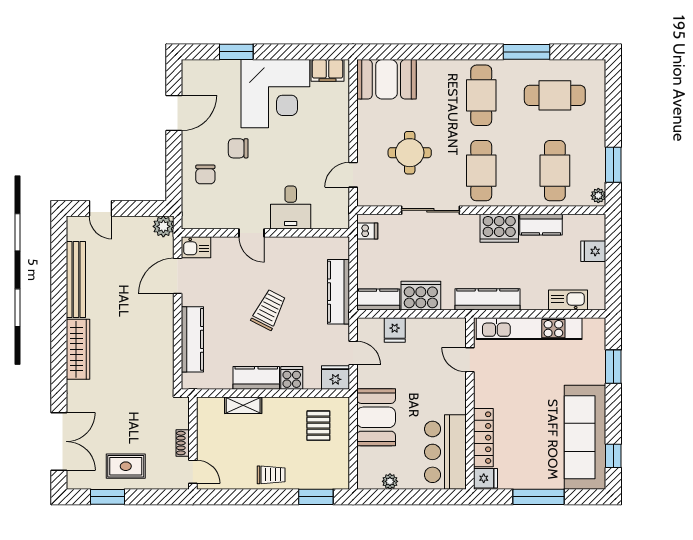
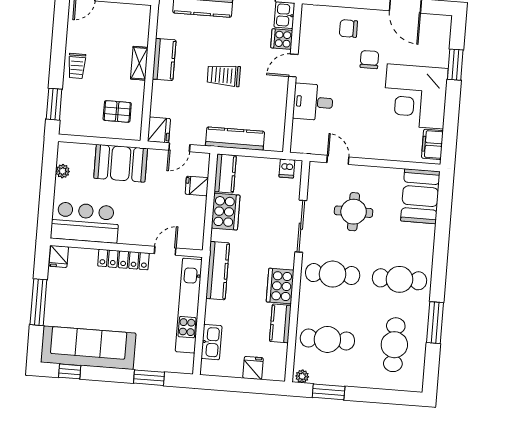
trolley: (269, 310) -> (224, 75), turned 153
cooker: (292, 378) -> (282, 39), moved, turned 180
shelving: (243, 405) -> (139, 63), moved
locker: (483, 438) -> (123, 260), moved

